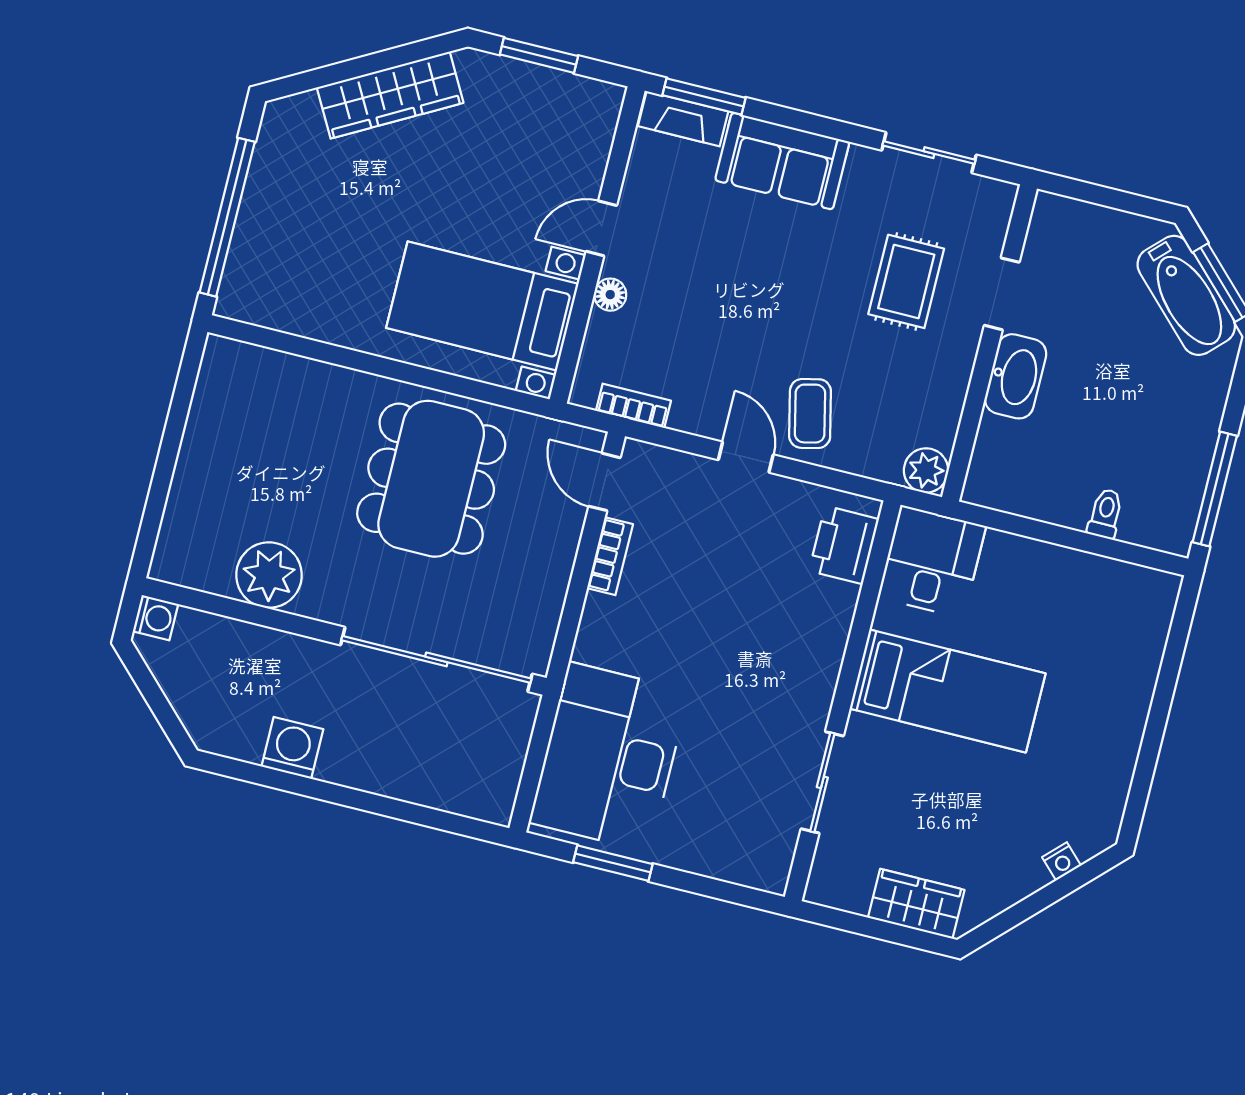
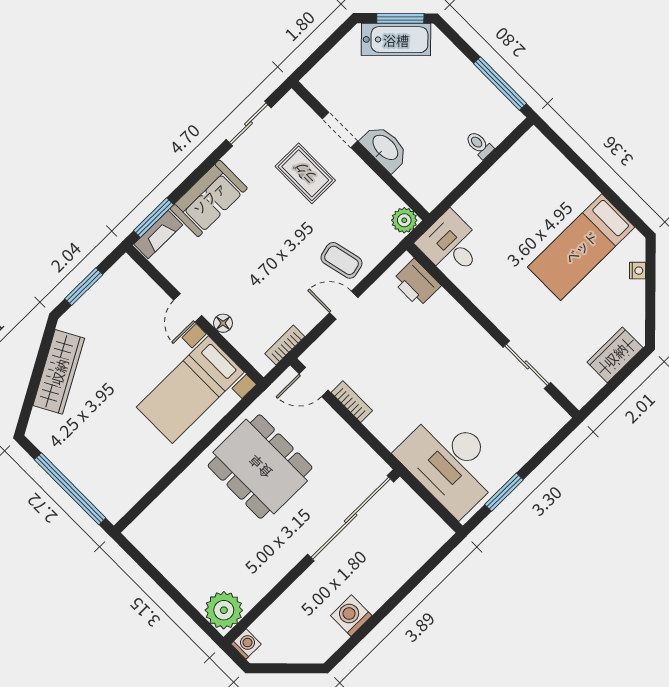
plant: (269, 575) -> (224, 610), moved
bed: (948, 691) -> (581, 247), moved, turned 180

